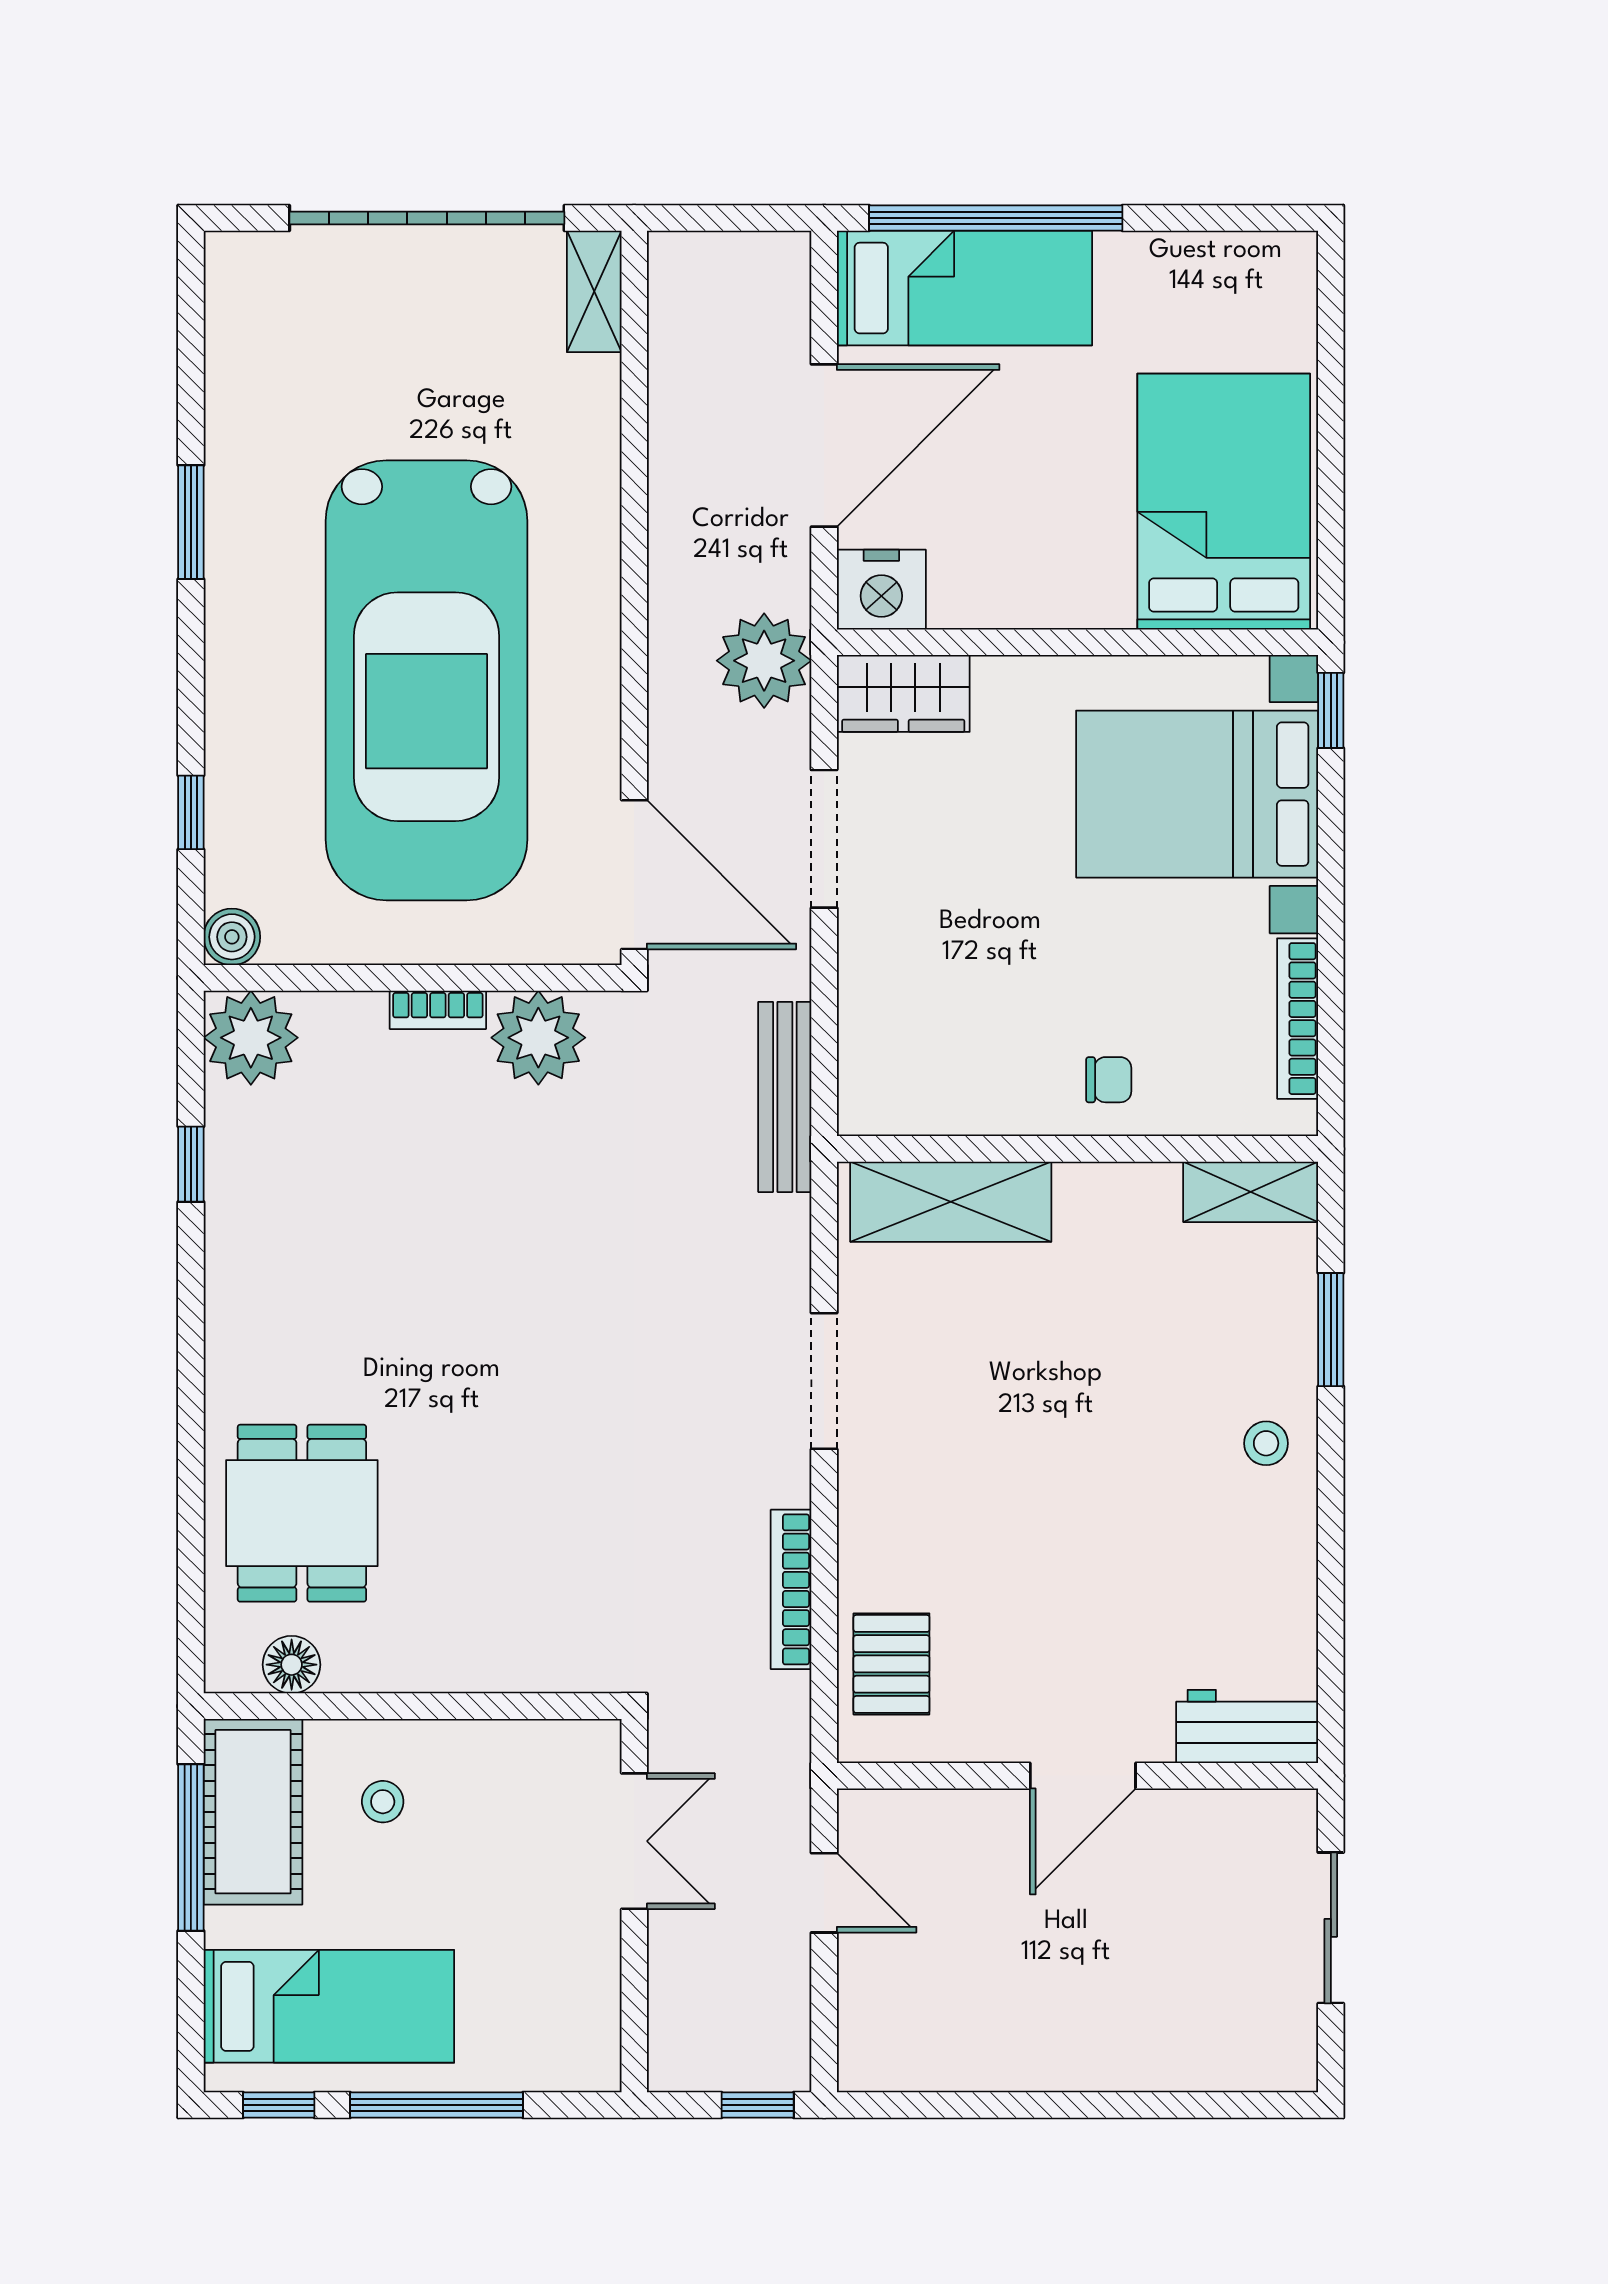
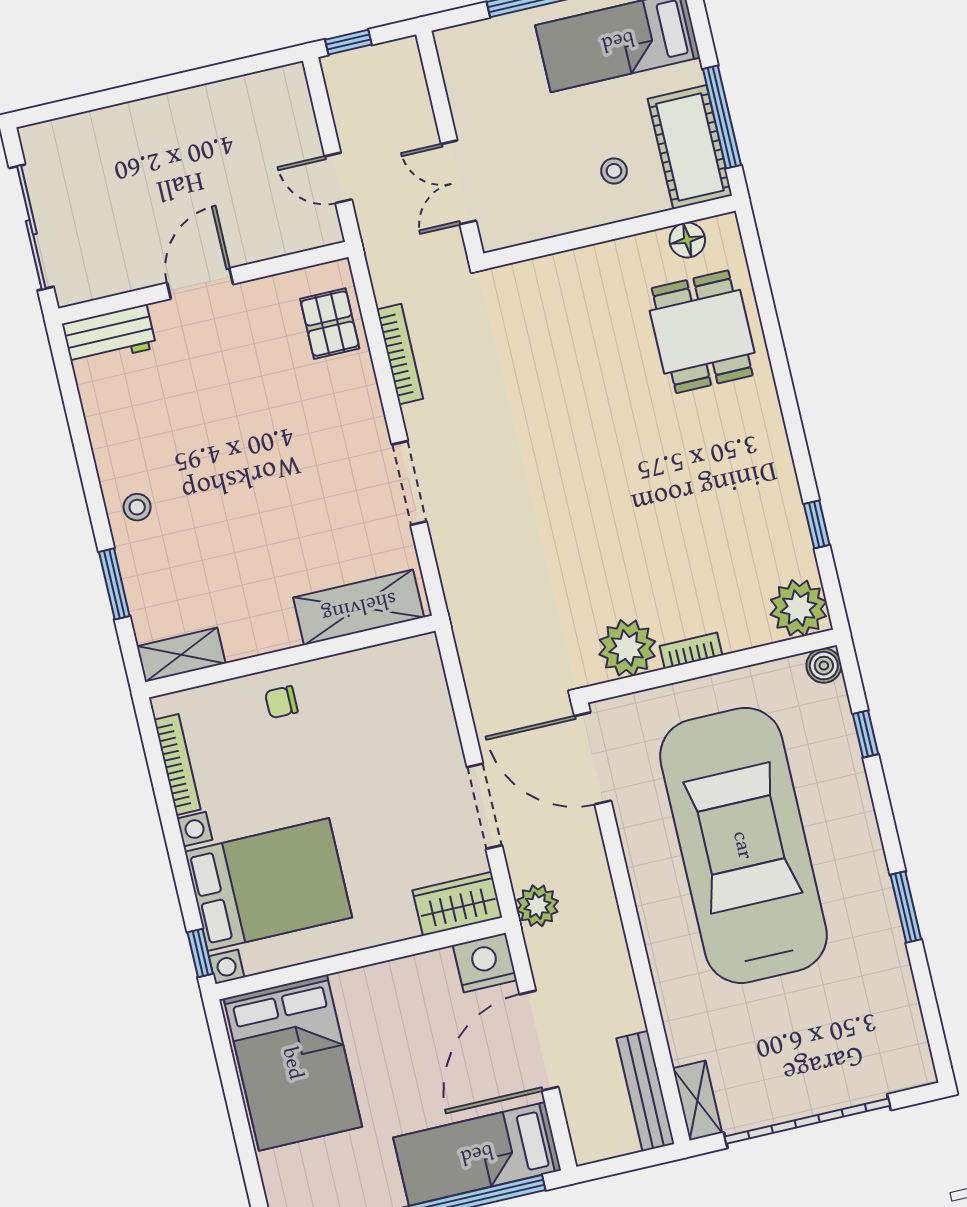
plant: (764, 661) -> (537, 906), width x0.73, depth x0.73
bench: (785, 1097) -> (645, 1091), moved
sliding door: (1331, 1928) -> (31, 227), width x1.37

